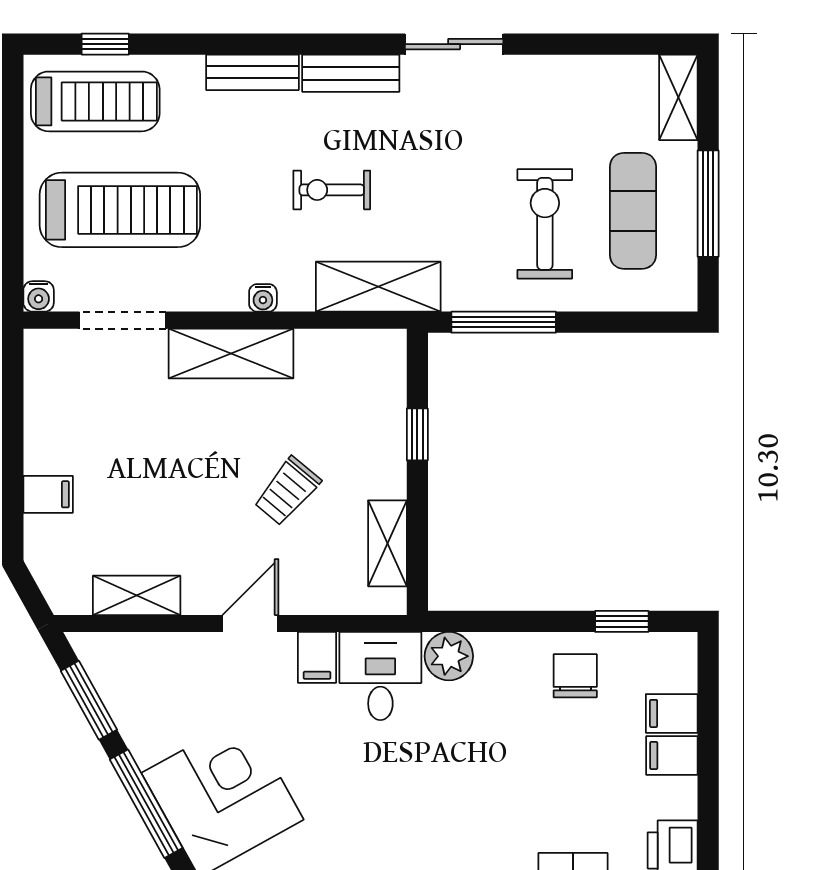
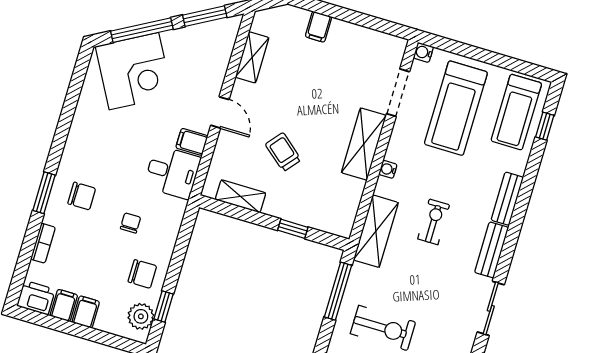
plant: (449, 656) -> (141, 316), moved
filing cabinet: (672, 713) -> (64, 305), moved
chair: (492, 723) -> (131, 223), added
chair: (470, 823) -> (82, 196), added

